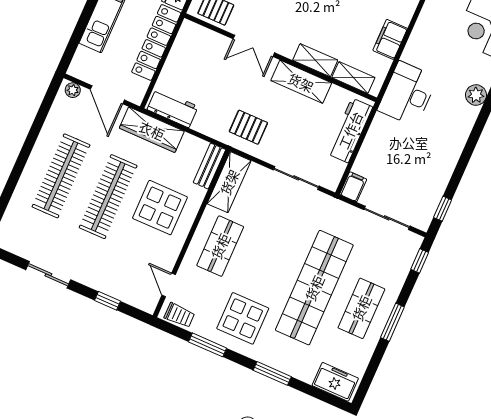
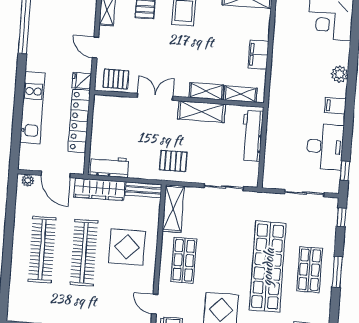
double door: (254, 46) -> (155, 97), swing flipped
desk: (407, 94) -> (325, 147), moved, turned 180
bench: (209, 166) -> (143, 190), moved, turned 90
filing cabinet: (353, 187) -> (335, 106), moved, turned -90

